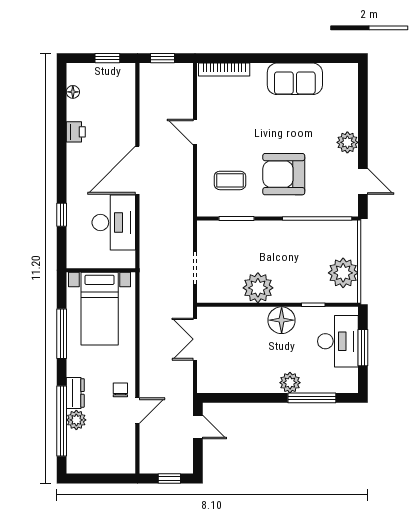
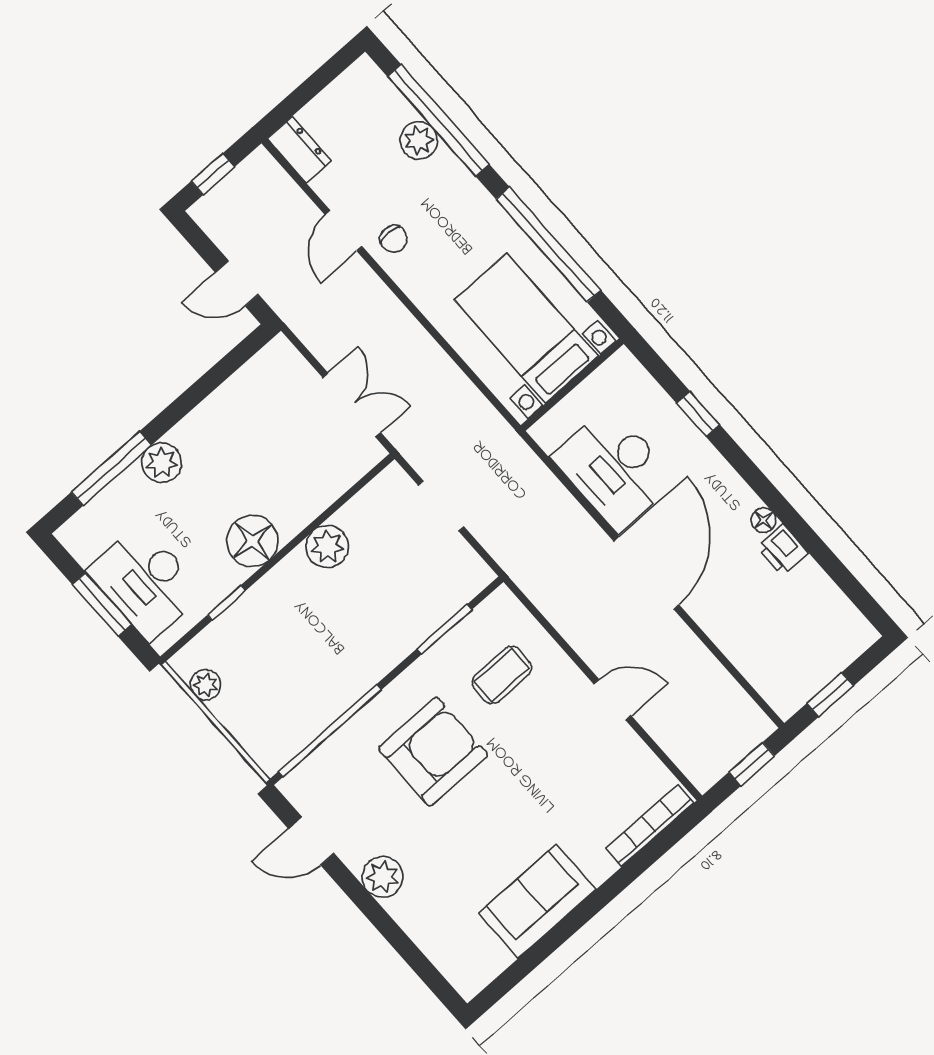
floor lamp: (73, 92) -> (763, 520), moved
plant: (343, 273) -> (206, 685), width x0.53, depth x0.53
plant: (258, 288) -> (327, 547), width x0.73, depth x0.73
window: (62, 334) -> (548, 245), width x1.46
dresser: (75, 393) -> (299, 150), moved, turned 180

